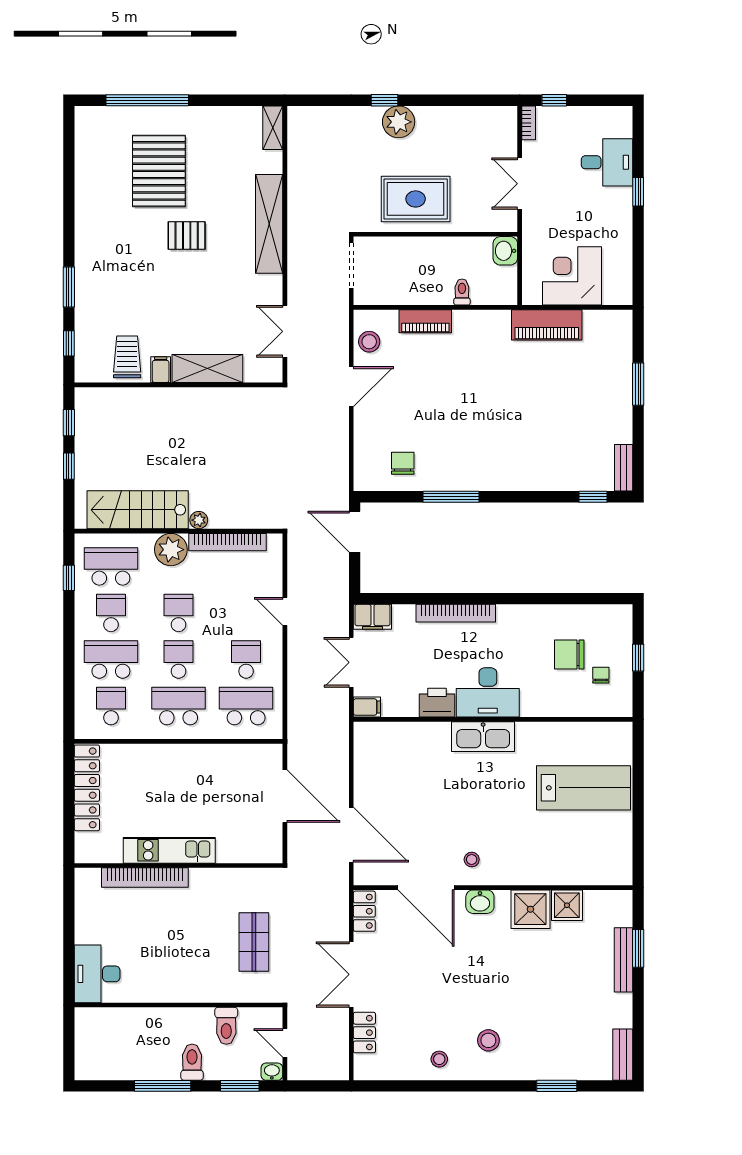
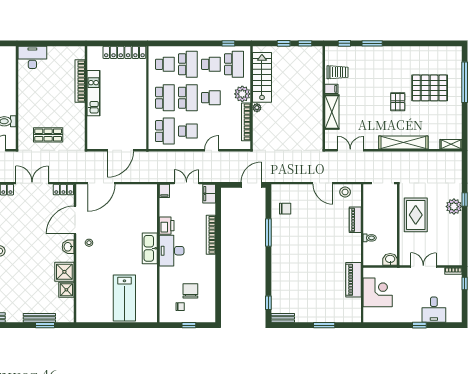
school desk: (179, 660) -> (188, 98), width x1.85

